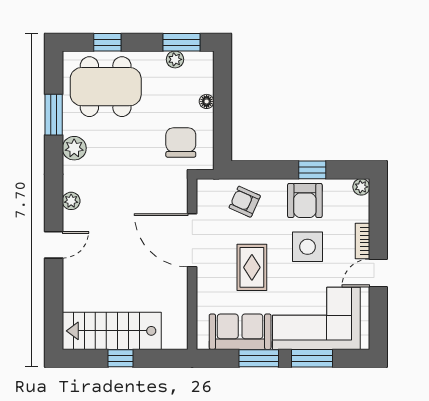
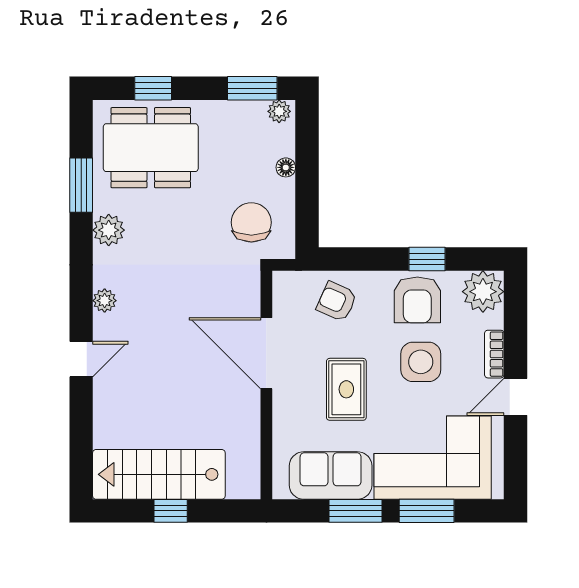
plant: (175, 59) -> (279, 111), moved
plant: (361, 187) -> (483, 292), width x1.87, depth x1.87

